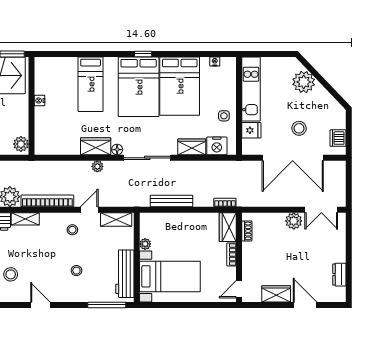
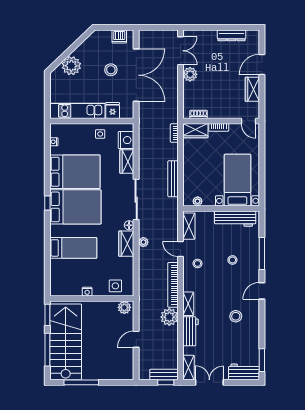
side table: (46, 134) -> (115, 286), added
plant: (145, 244) -> (198, 201), moved
dresser: (339, 275) -> (232, 35), width x1.44
window: (107, 305) -> (262, 253), moved

